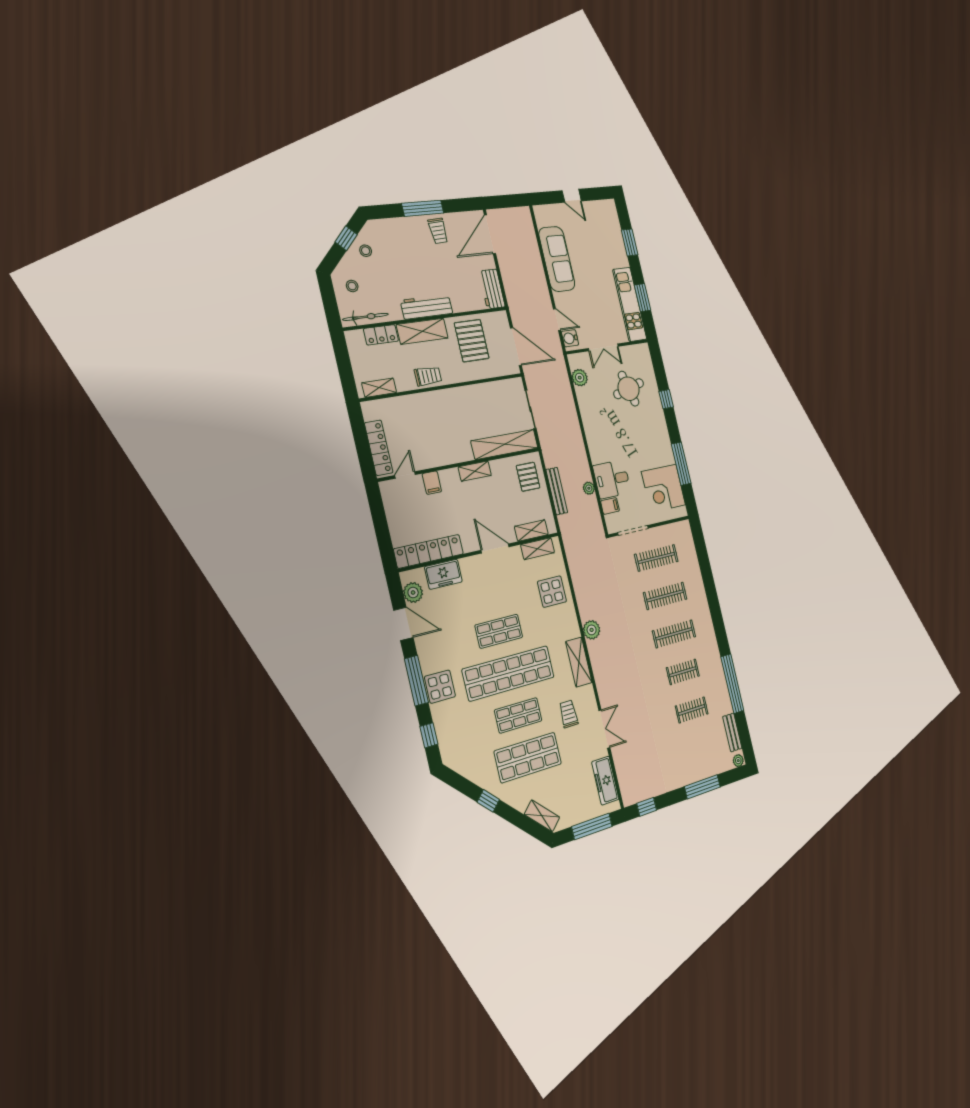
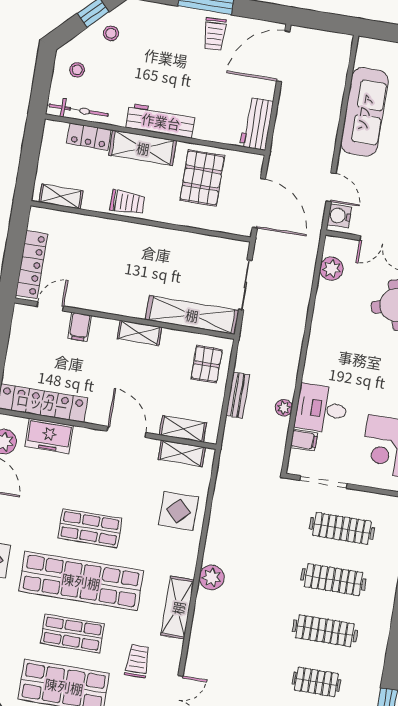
bench: (557, 491) -> (238, 395), width x0.73

